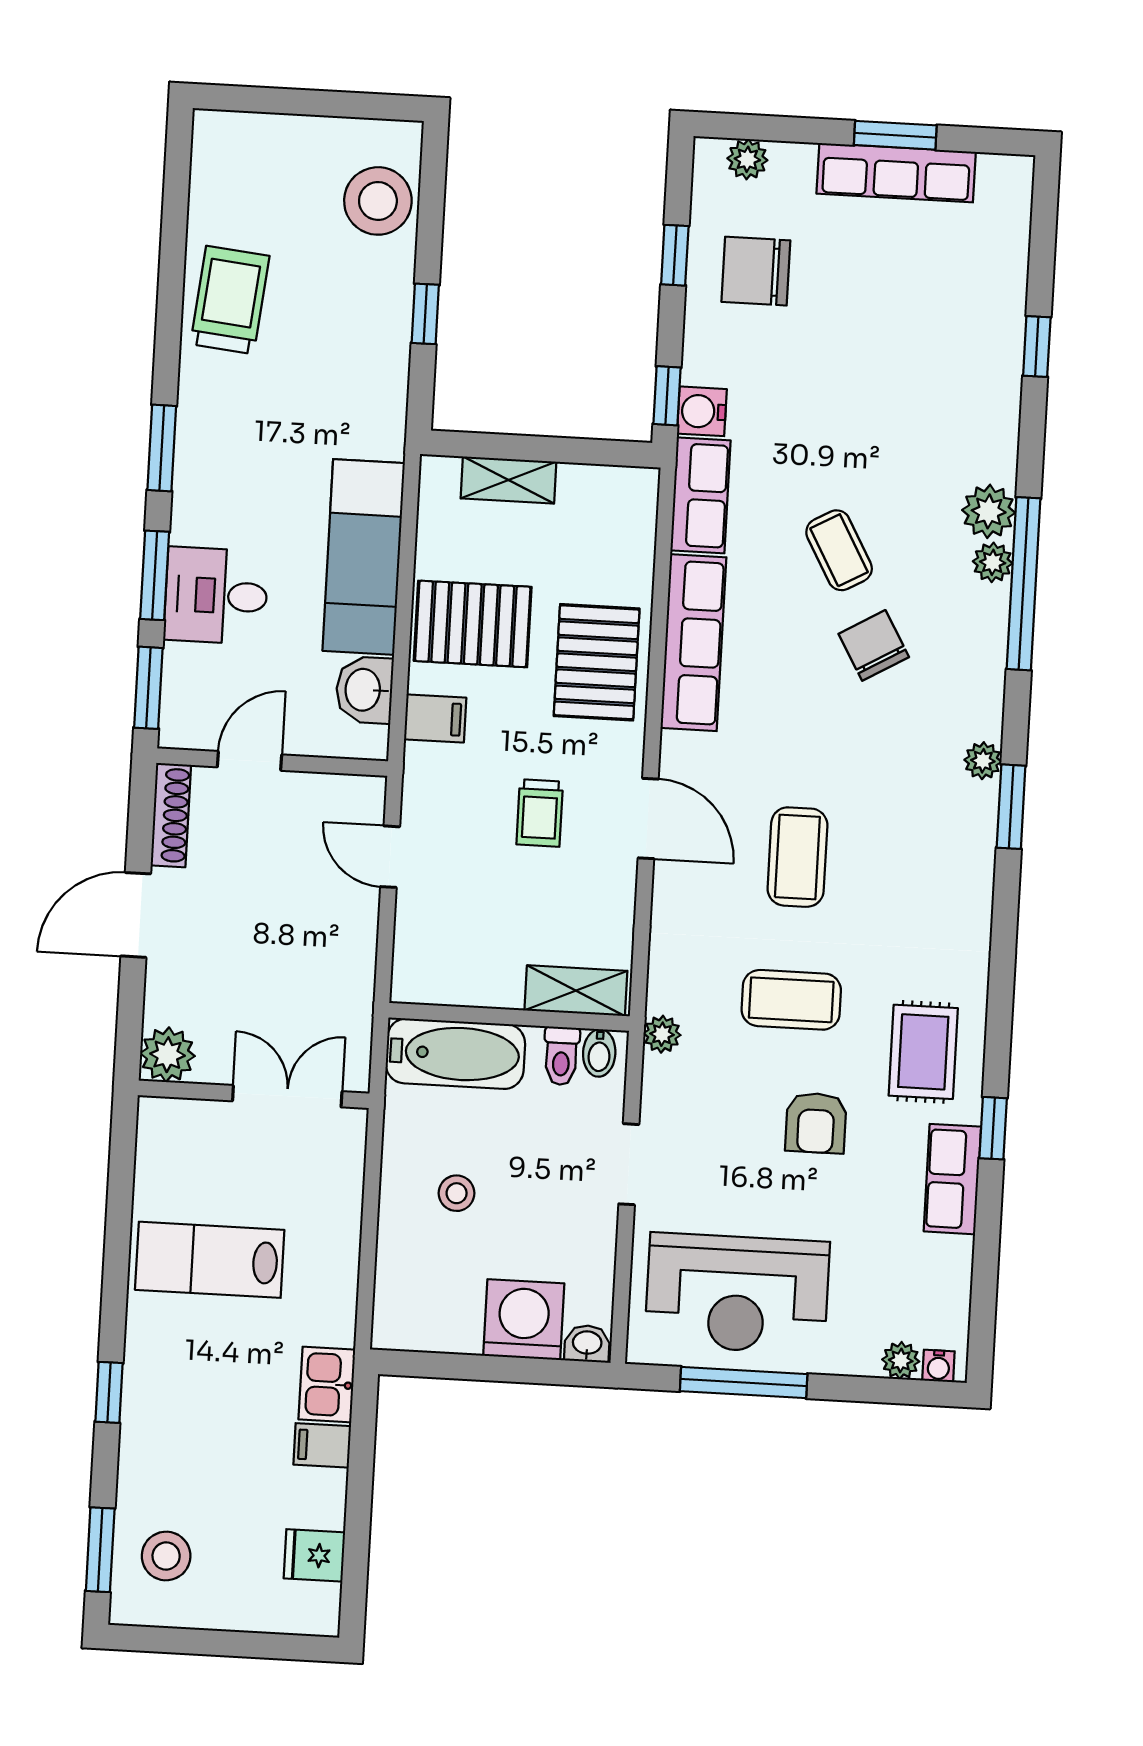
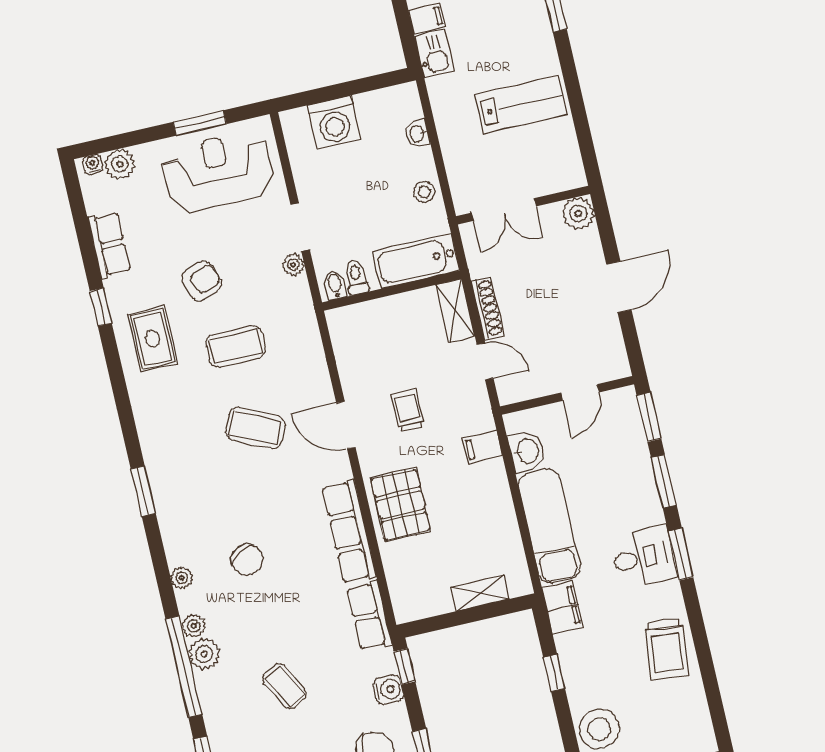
water cooler: (702, 411) -> (388, 690), moved
filing cabinet: (380, 417) -> (563, 608), added
coffee table: (839, 550) -> (285, 686), moved
window: (1024, 584) -> (184, 667), moved
desk: (216, 596) -> (644, 557), moved
pallet: (473, 624) -> (477, 506), removed
plant: (983, 761) -> (182, 578), moved
shoe rack: (171, 815) -> (488, 308), moved, turned 180
coffee table: (797, 857) -> (255, 428), turned -65
shelving: (576, 991) -> (455, 311), moved, turned 90
plant: (662, 1034) -> (293, 265), moved
armchair: (816, 1123) -> (202, 281), turned 70
row of seats: (952, 1179) -> (109, 245), moved
stool: (457, 1193) -> (424, 192), moved
washbasin: (587, 1344) -> (417, 134), moved, turned 90
plant: (901, 1360) -> (120, 164), width x1.38, depth x1.38
window: (744, 1383) -> (200, 123), width x0.69

